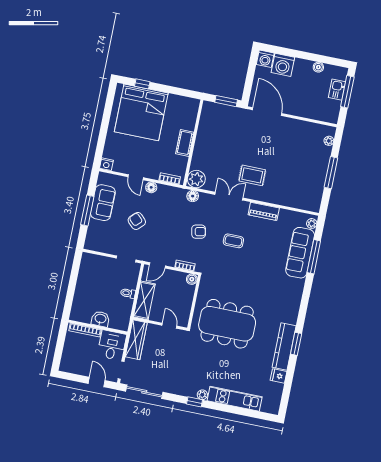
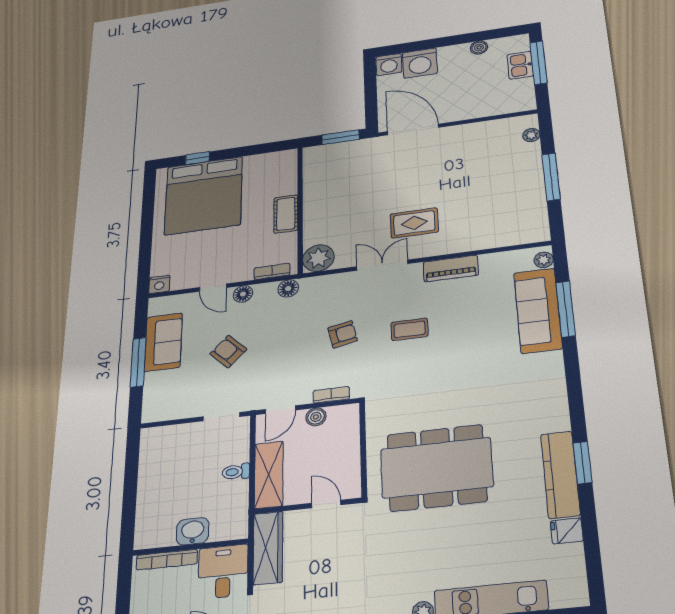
floor lamp: (193, 196) -> (288, 288), moved
boiler: (192, 279) -> (316, 417), moved

